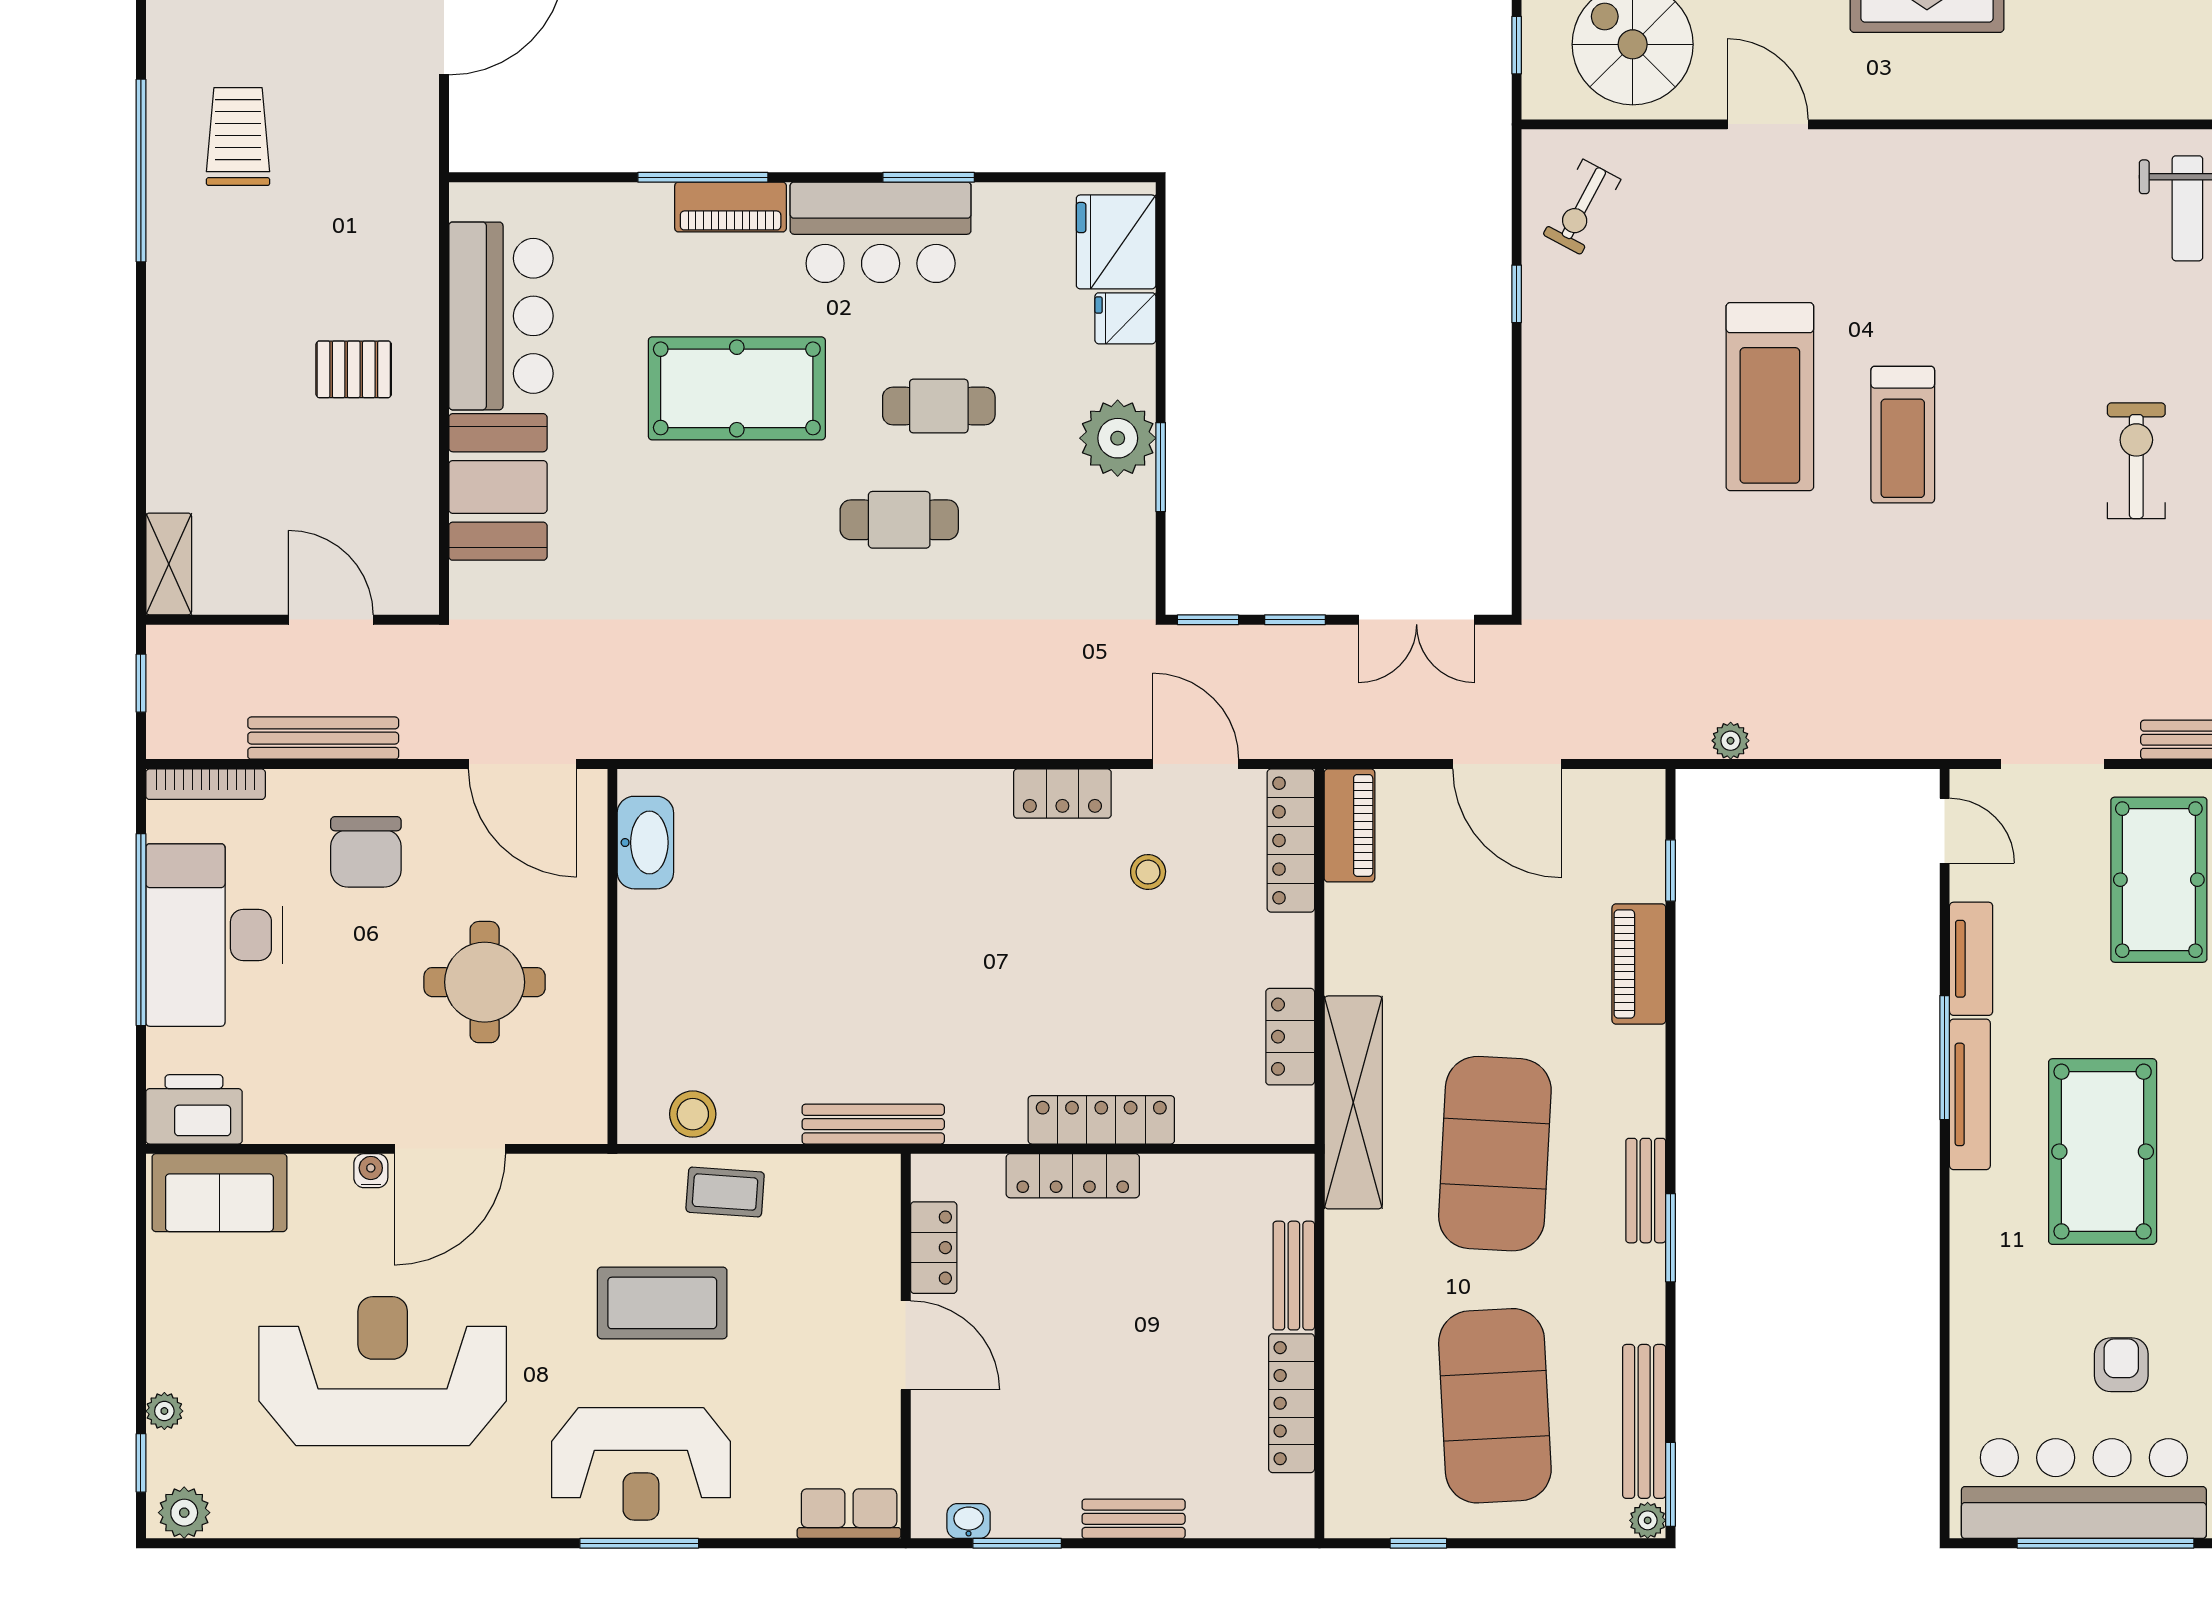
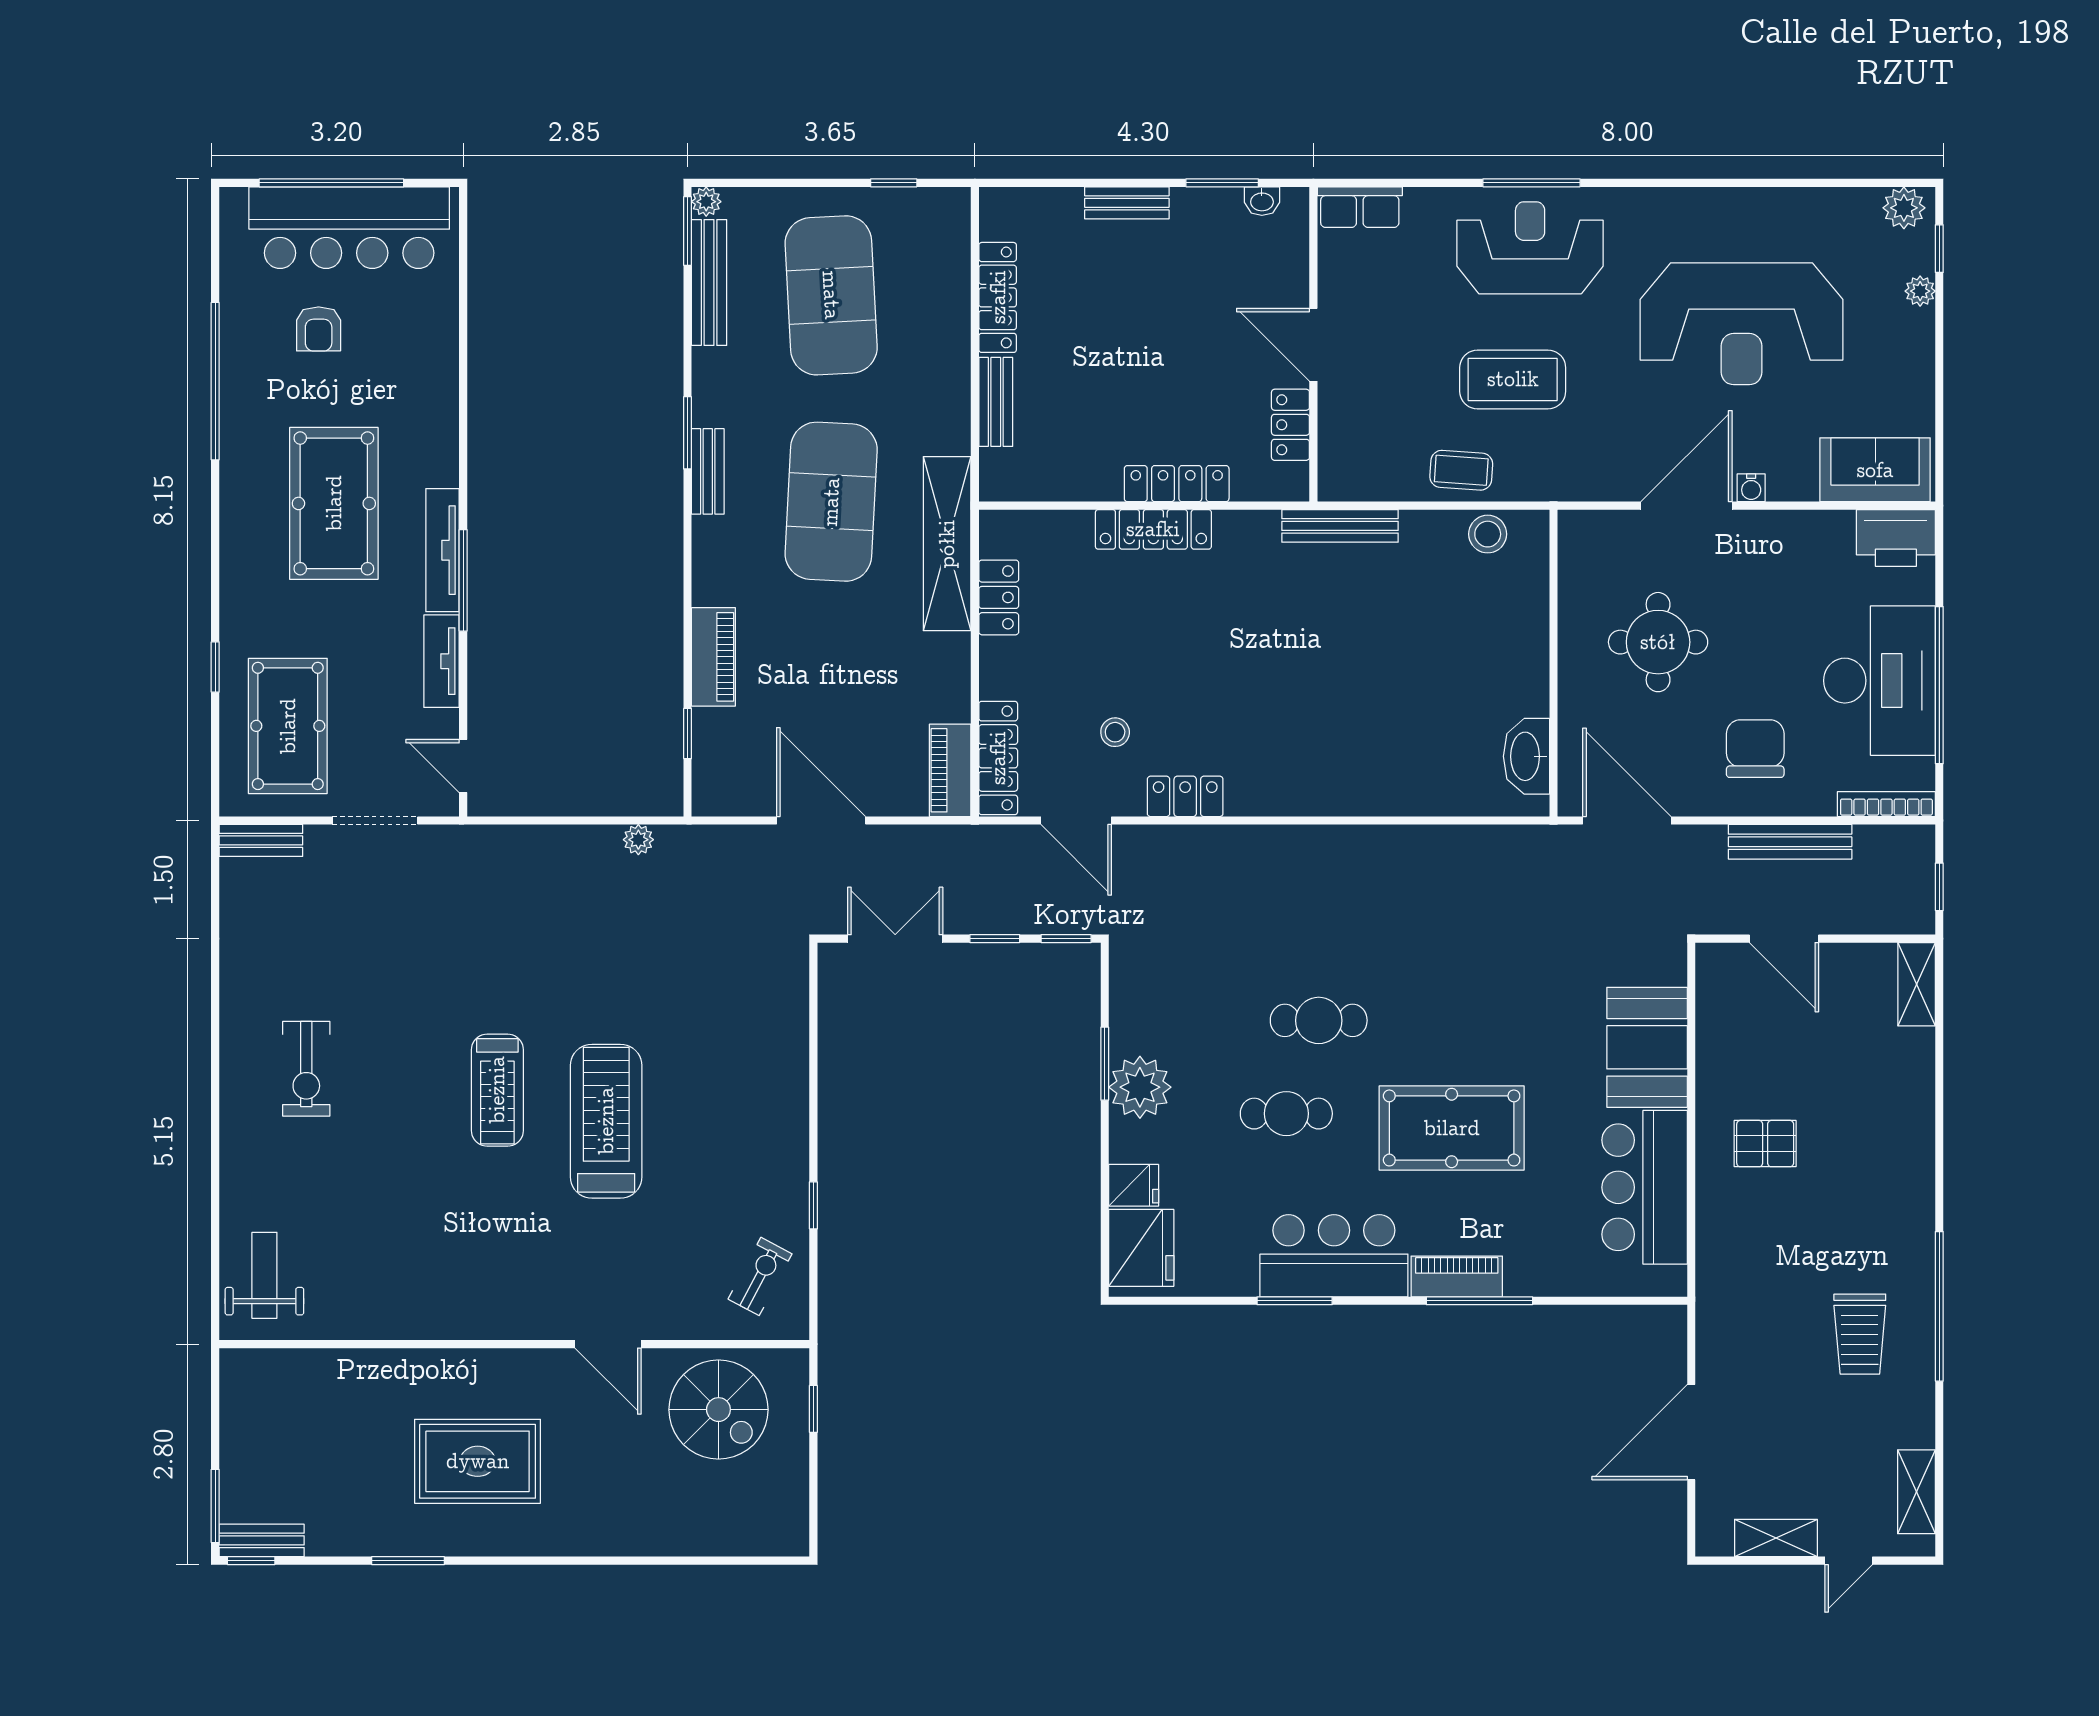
treadmill: (1903, 435) -> (497, 1090), turned 180

